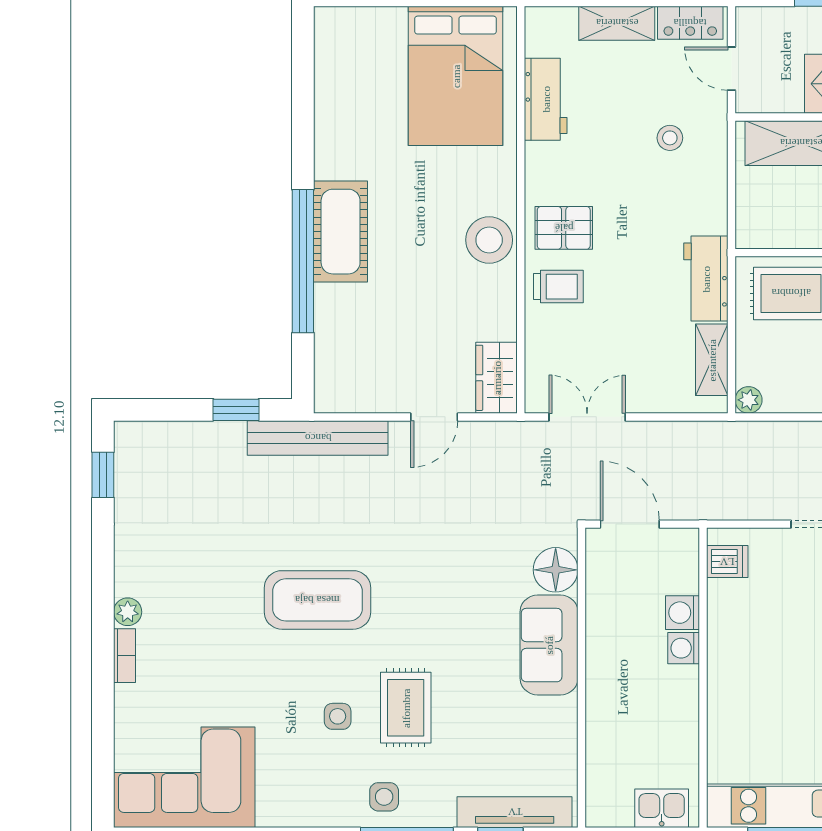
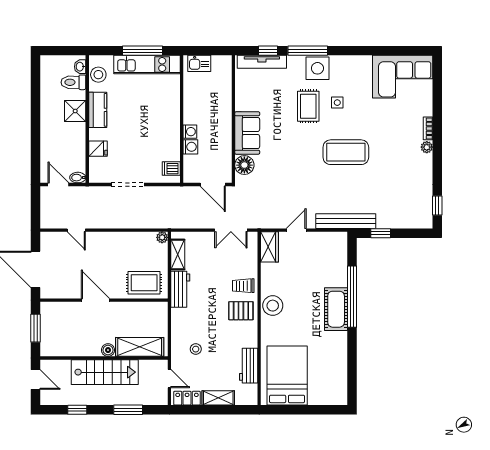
side table: (384, 797) -> (317, 68), width x1.87, depth x1.87

